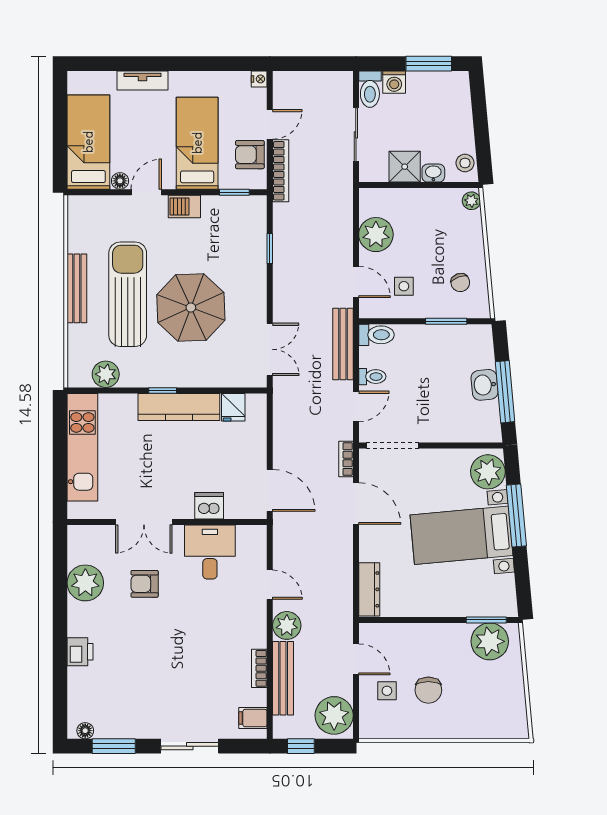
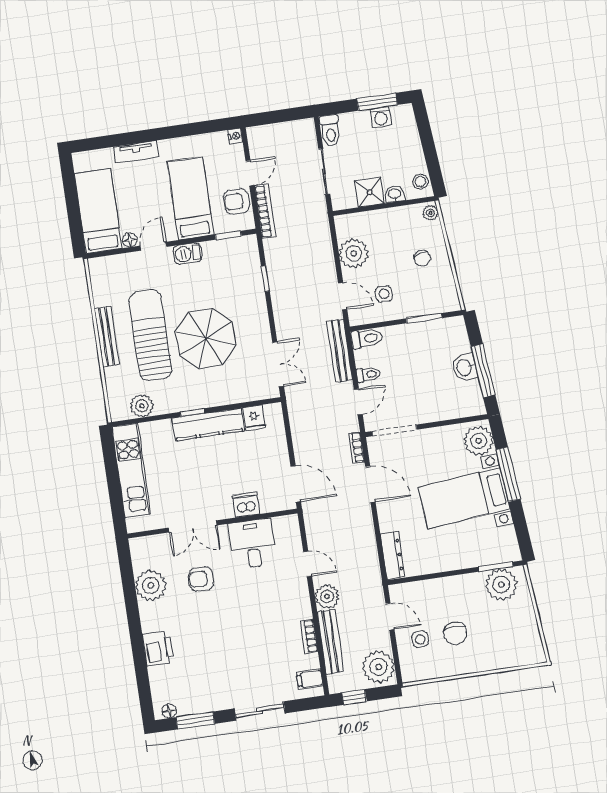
washing machine: (394, 82) -> (381, 117), moved
chair: (460, 283) -> (422, 258), moved
printer: (80, 652) -> (158, 649), width x1.36, depth x1.24

